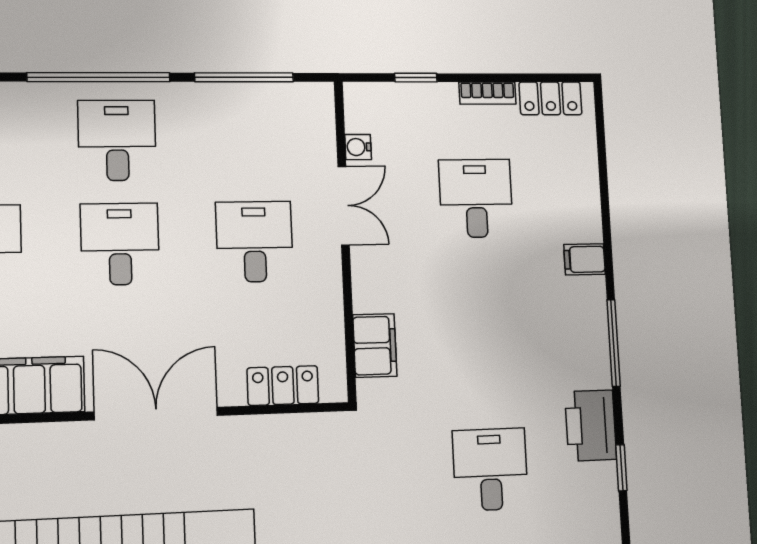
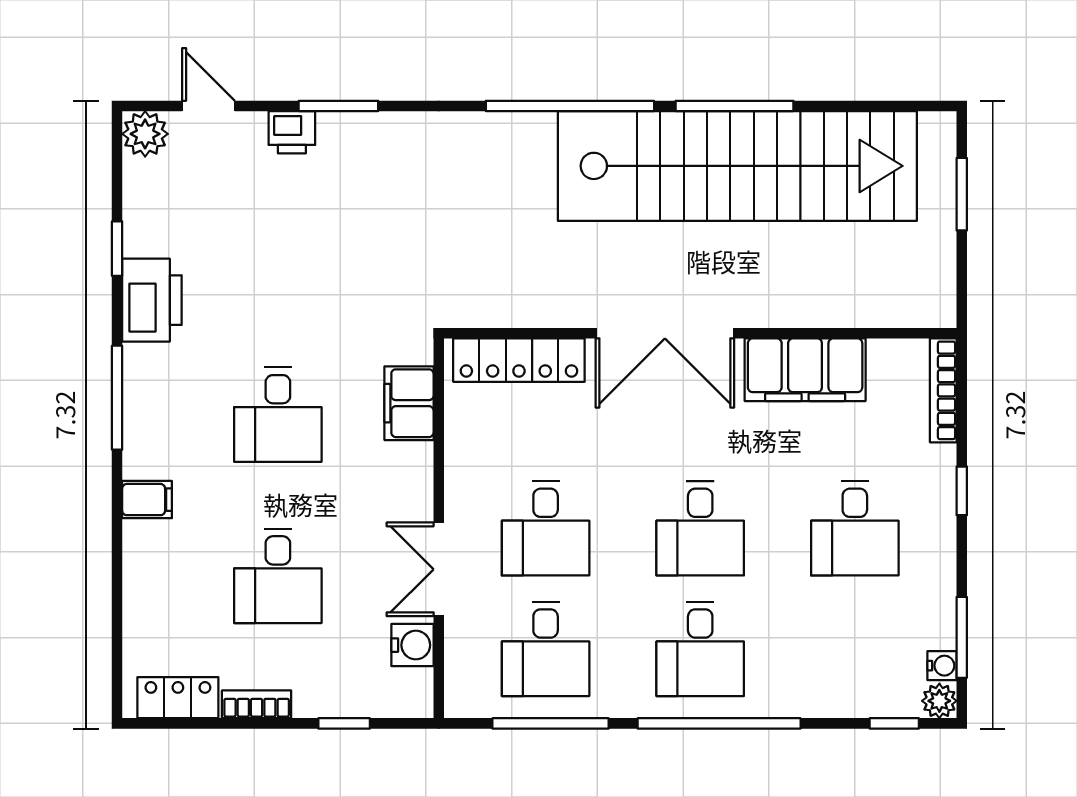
desk: (251, 140) -> (546, 649), added
water cooler: (358, 147) -> (412, 645), width x1.38, depth x1.38
locker: (283, 386) -> (519, 360), width x1.53
desk: (490, 469) -> (278, 415), moved

